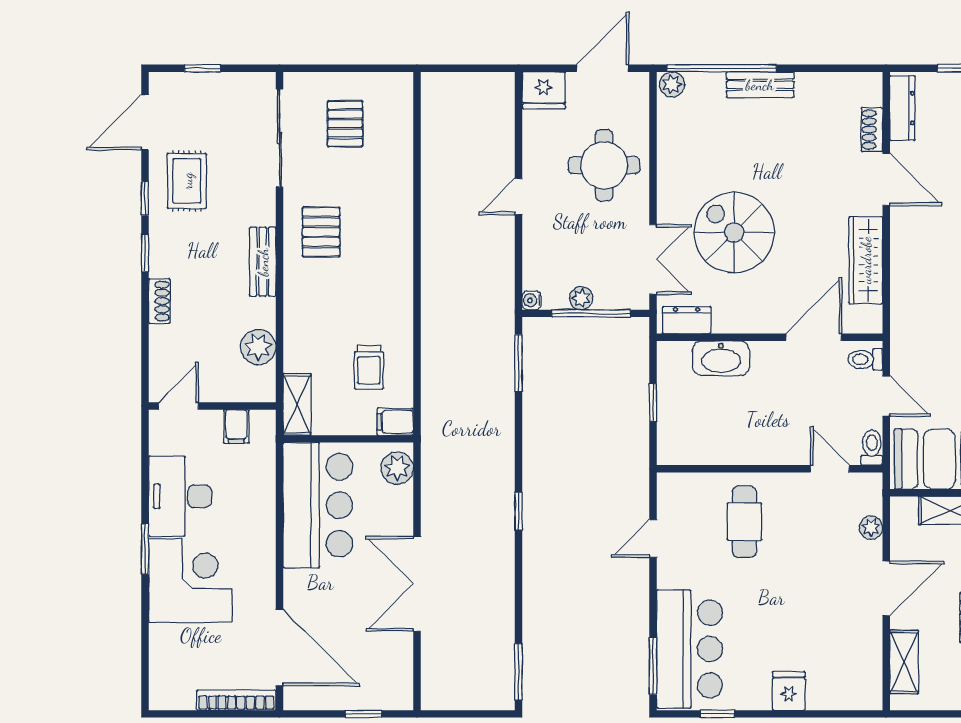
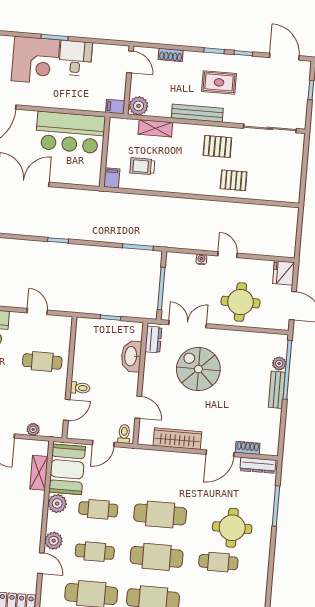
plant: (672, 84) -> (279, 364), moved
pallet: (345, 124) -> (234, 180), moved
rug: (187, 181) -> (219, 82), moved
spiral stairs: (734, 233) -> (198, 369), turned -90
double door: (653, 259) -> (188, 324), swing flipped
bench: (263, 262) -> (197, 113), width x1.36
plant: (581, 298) -> (170, 284), removed
water cooler: (532, 300) -> (201, 259), moved
shoe rack: (159, 301) -> (171, 55), moved
door: (814, 337) -> (138, 407), width x0.73
plant: (258, 347) -> (139, 106), moved
shelving: (297, 404) -> (155, 128), moved
filing cabinet: (236, 426) -> (115, 107), moved
toilet: (872, 448) -> (80, 388), moved
plant: (397, 468) -> (87, 177), removed
desk: (180, 496) -> (75, 58), width x0.73

